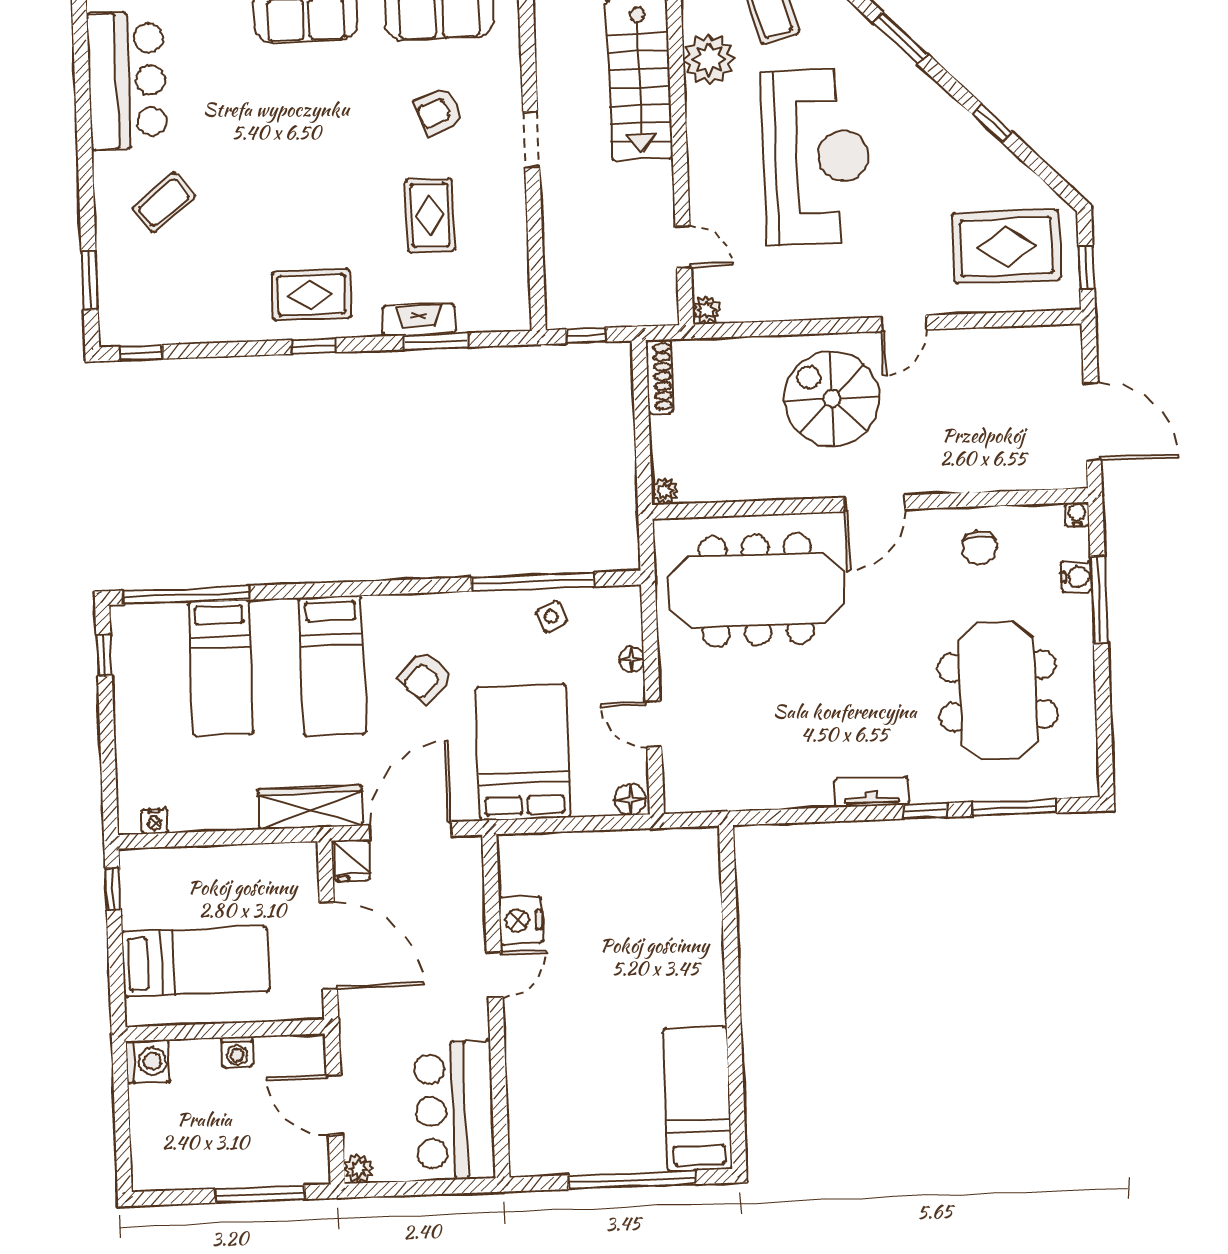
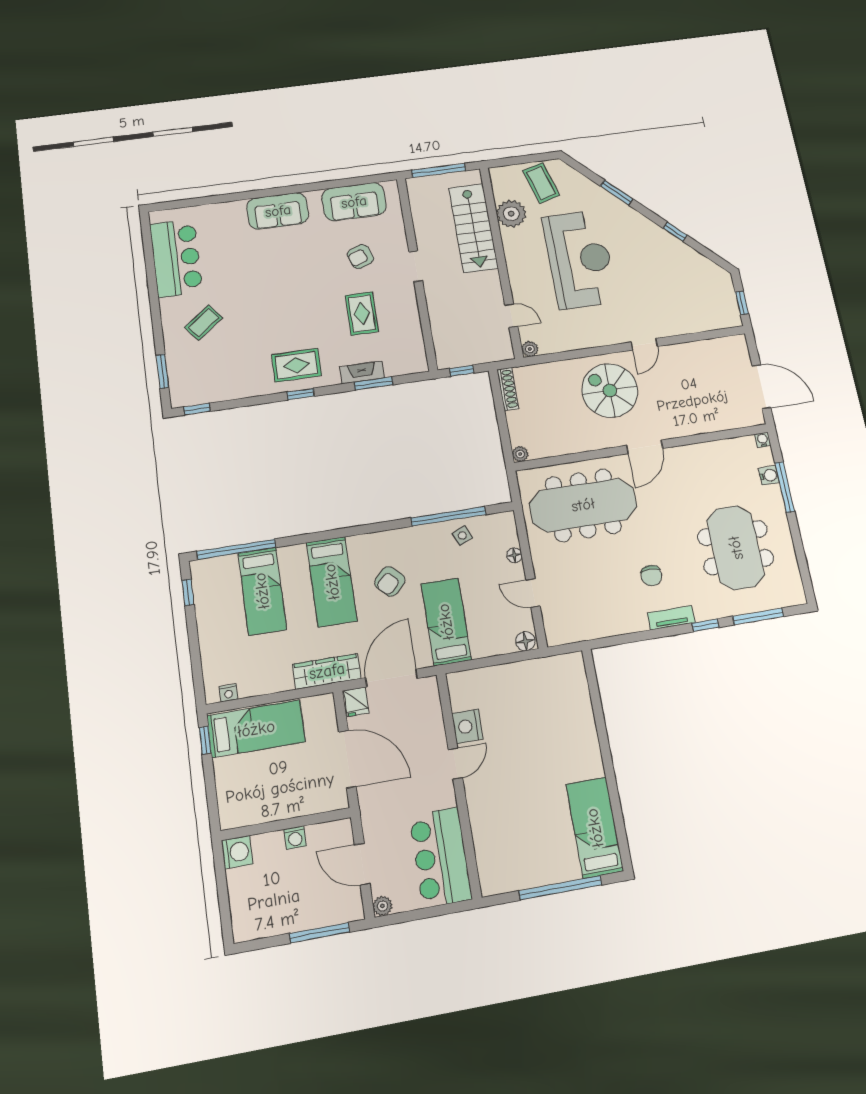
rug: (1006, 247) -> (695, 296), removed
chair: (980, 548) -> (651, 576), moved
bed: (523, 752) -> (446, 622), width x0.67
bed: (195, 961) -> (256, 729), moved

